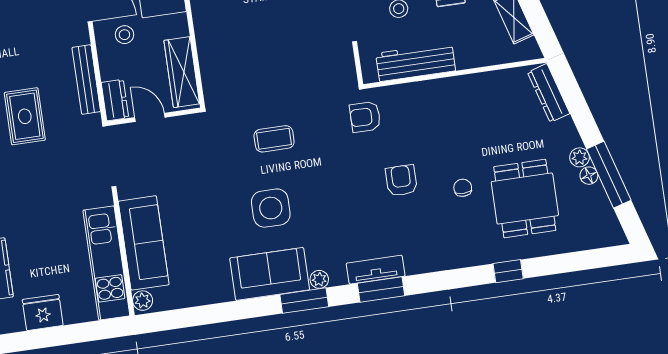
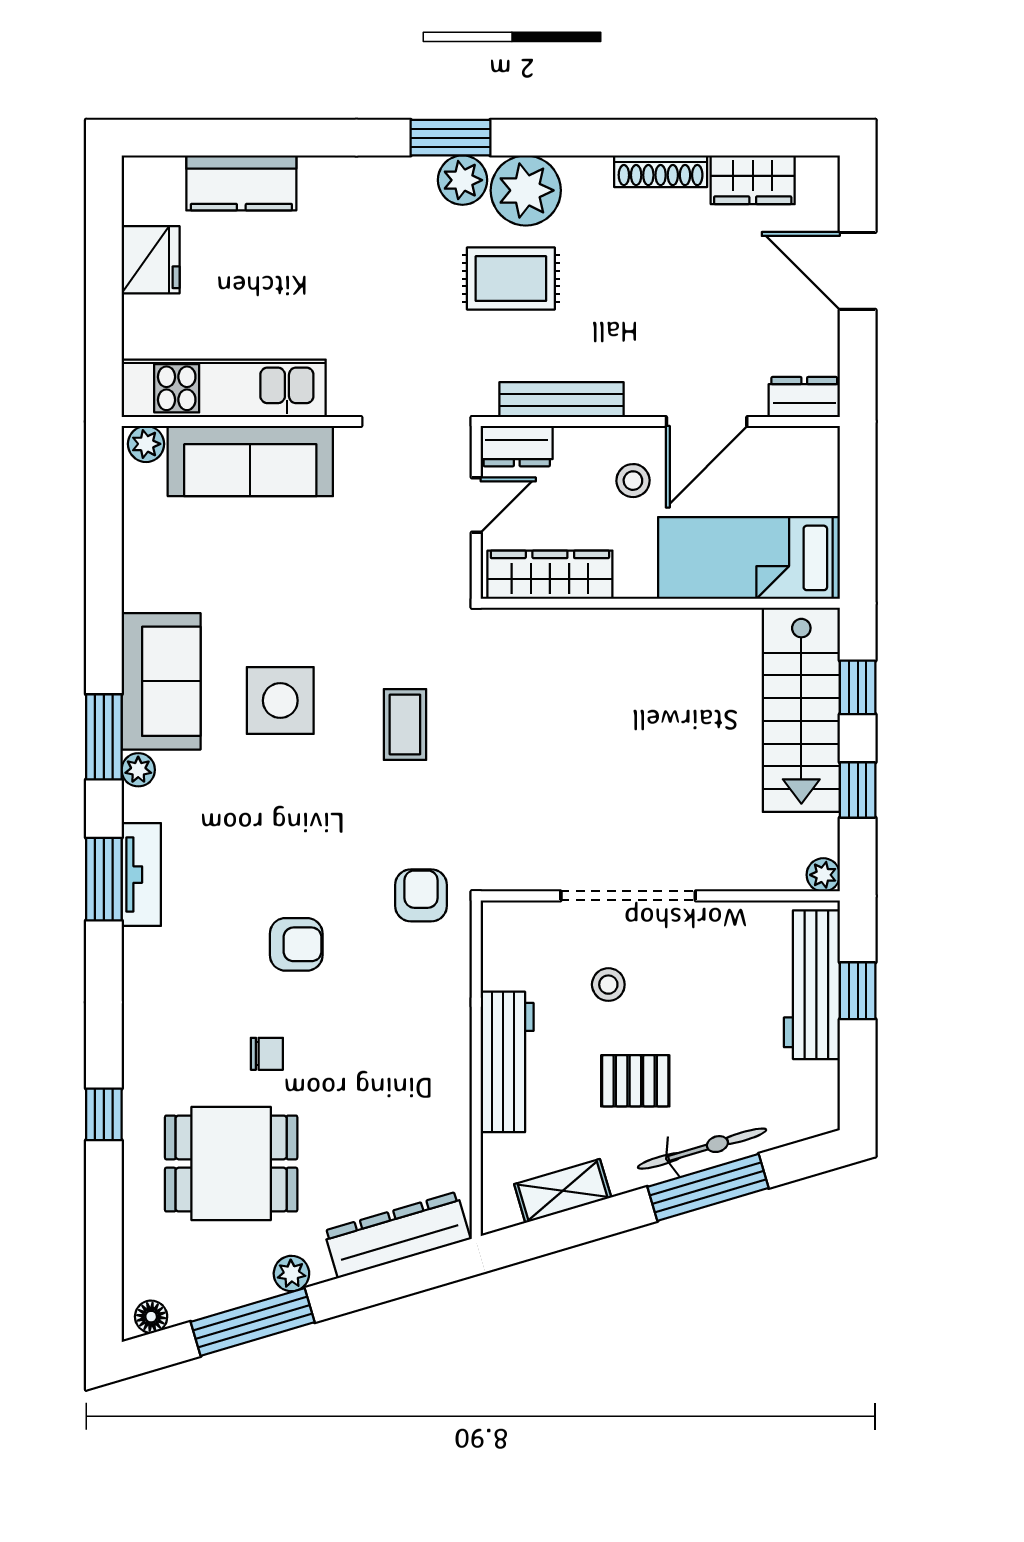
workbench: (416, 62) -> (507, 1062), moved
dresser: (549, 93) -> (397, 1235), width x1.37, depth x1.24
floor lamp: (589, 176) -> (151, 1317), moved

